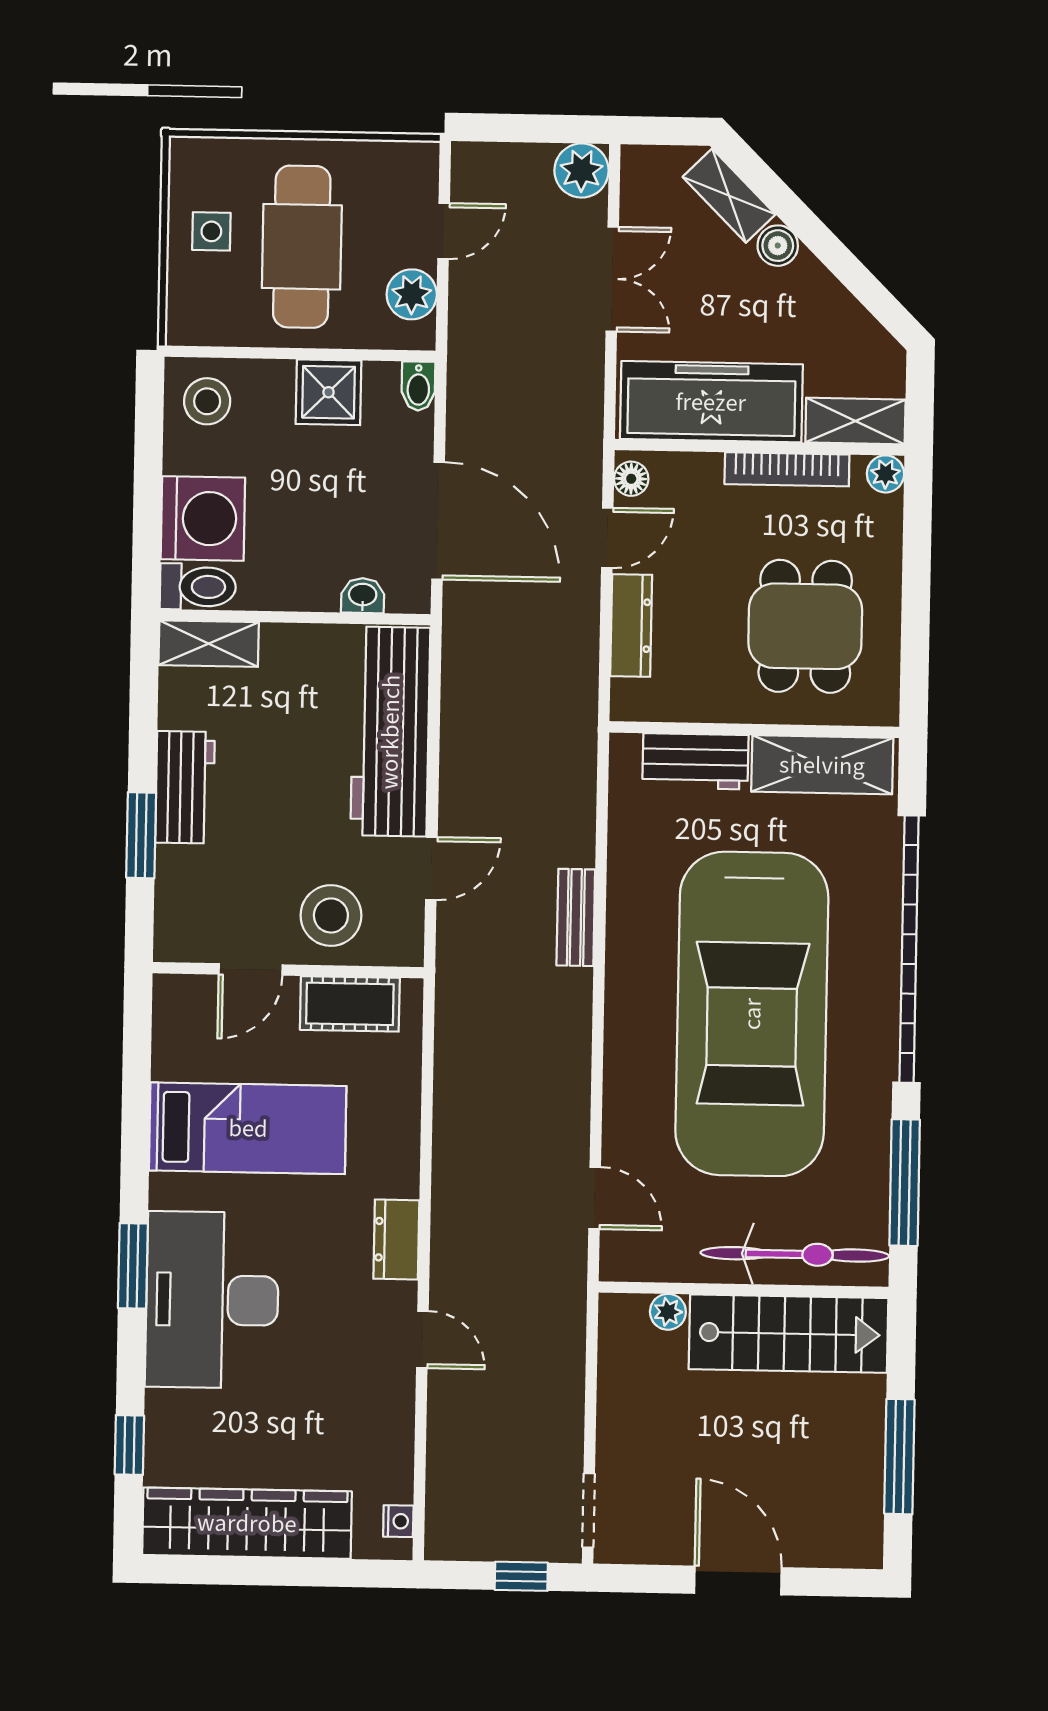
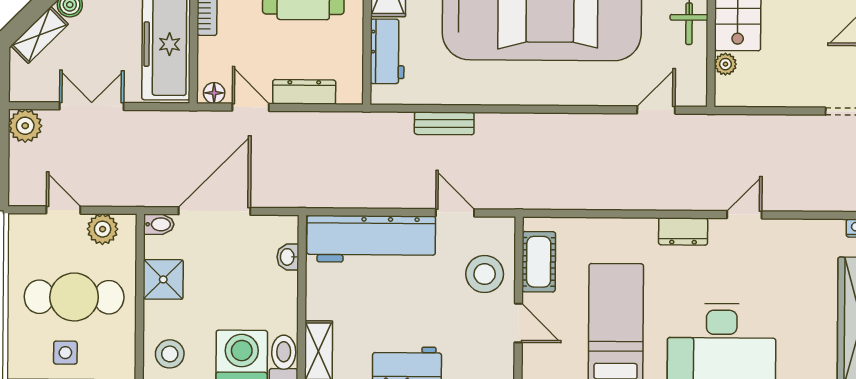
door: (438, 521) -> (215, 211), moved
bench: (576, 917) -> (444, 123), moved

